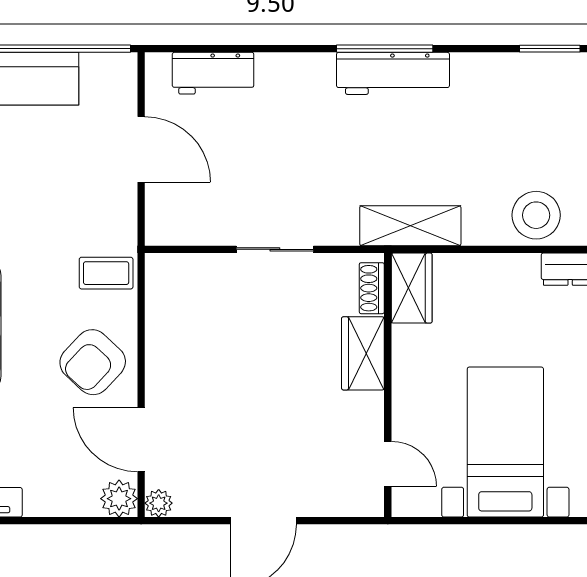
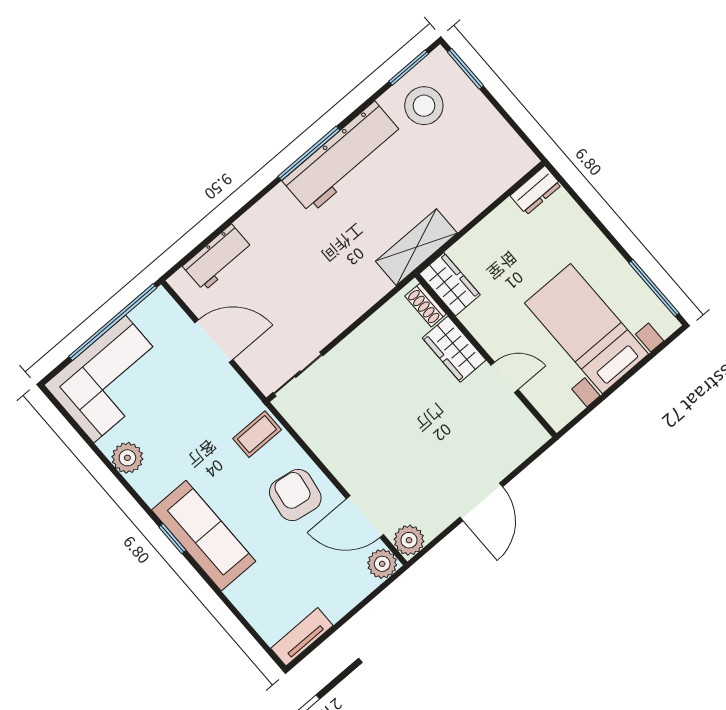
workbench: (393, 73) -> (343, 157), width x1.36, depth x1.32
stool: (536, 215) -> (424, 106), moved
sliding door: (275, 249) -> (298, 374), moved
armchair: (93, 362) -> (295, 495), turned 146
door: (388, 464) -> (505, 377), moved
plant: (159, 503) -> (409, 540), width x1.38, depth x1.38

